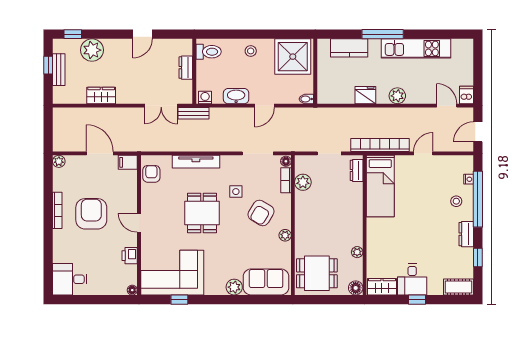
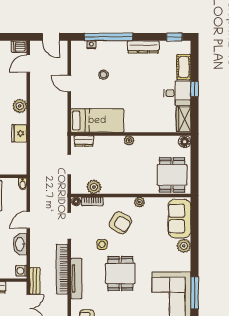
door: (264, 106) -> (28, 220), swing flipped
bookcase: (380, 145) -> (62, 269), moved
stool: (456, 201) -> (103, 75), moved
dining table: (202, 213) -> (120, 273), turned 90
dresser: (466, 234) -> (143, 47), width x1.44
plant: (357, 252) -> (129, 140), moved
window: (478, 258) -> (174, 37), moved
cot: (458, 287) -> (184, 67), moved
window: (179, 300) -> (195, 293), width x2.17

